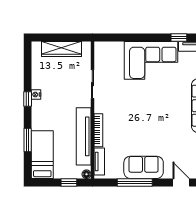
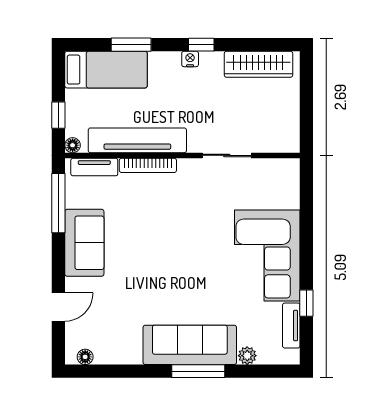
wardrobe: (61, 49) -> (258, 64), moved, turned -90
nightstand: (36, 95) -> (190, 59), moved
window: (135, 183) -> (58, 203), moved

